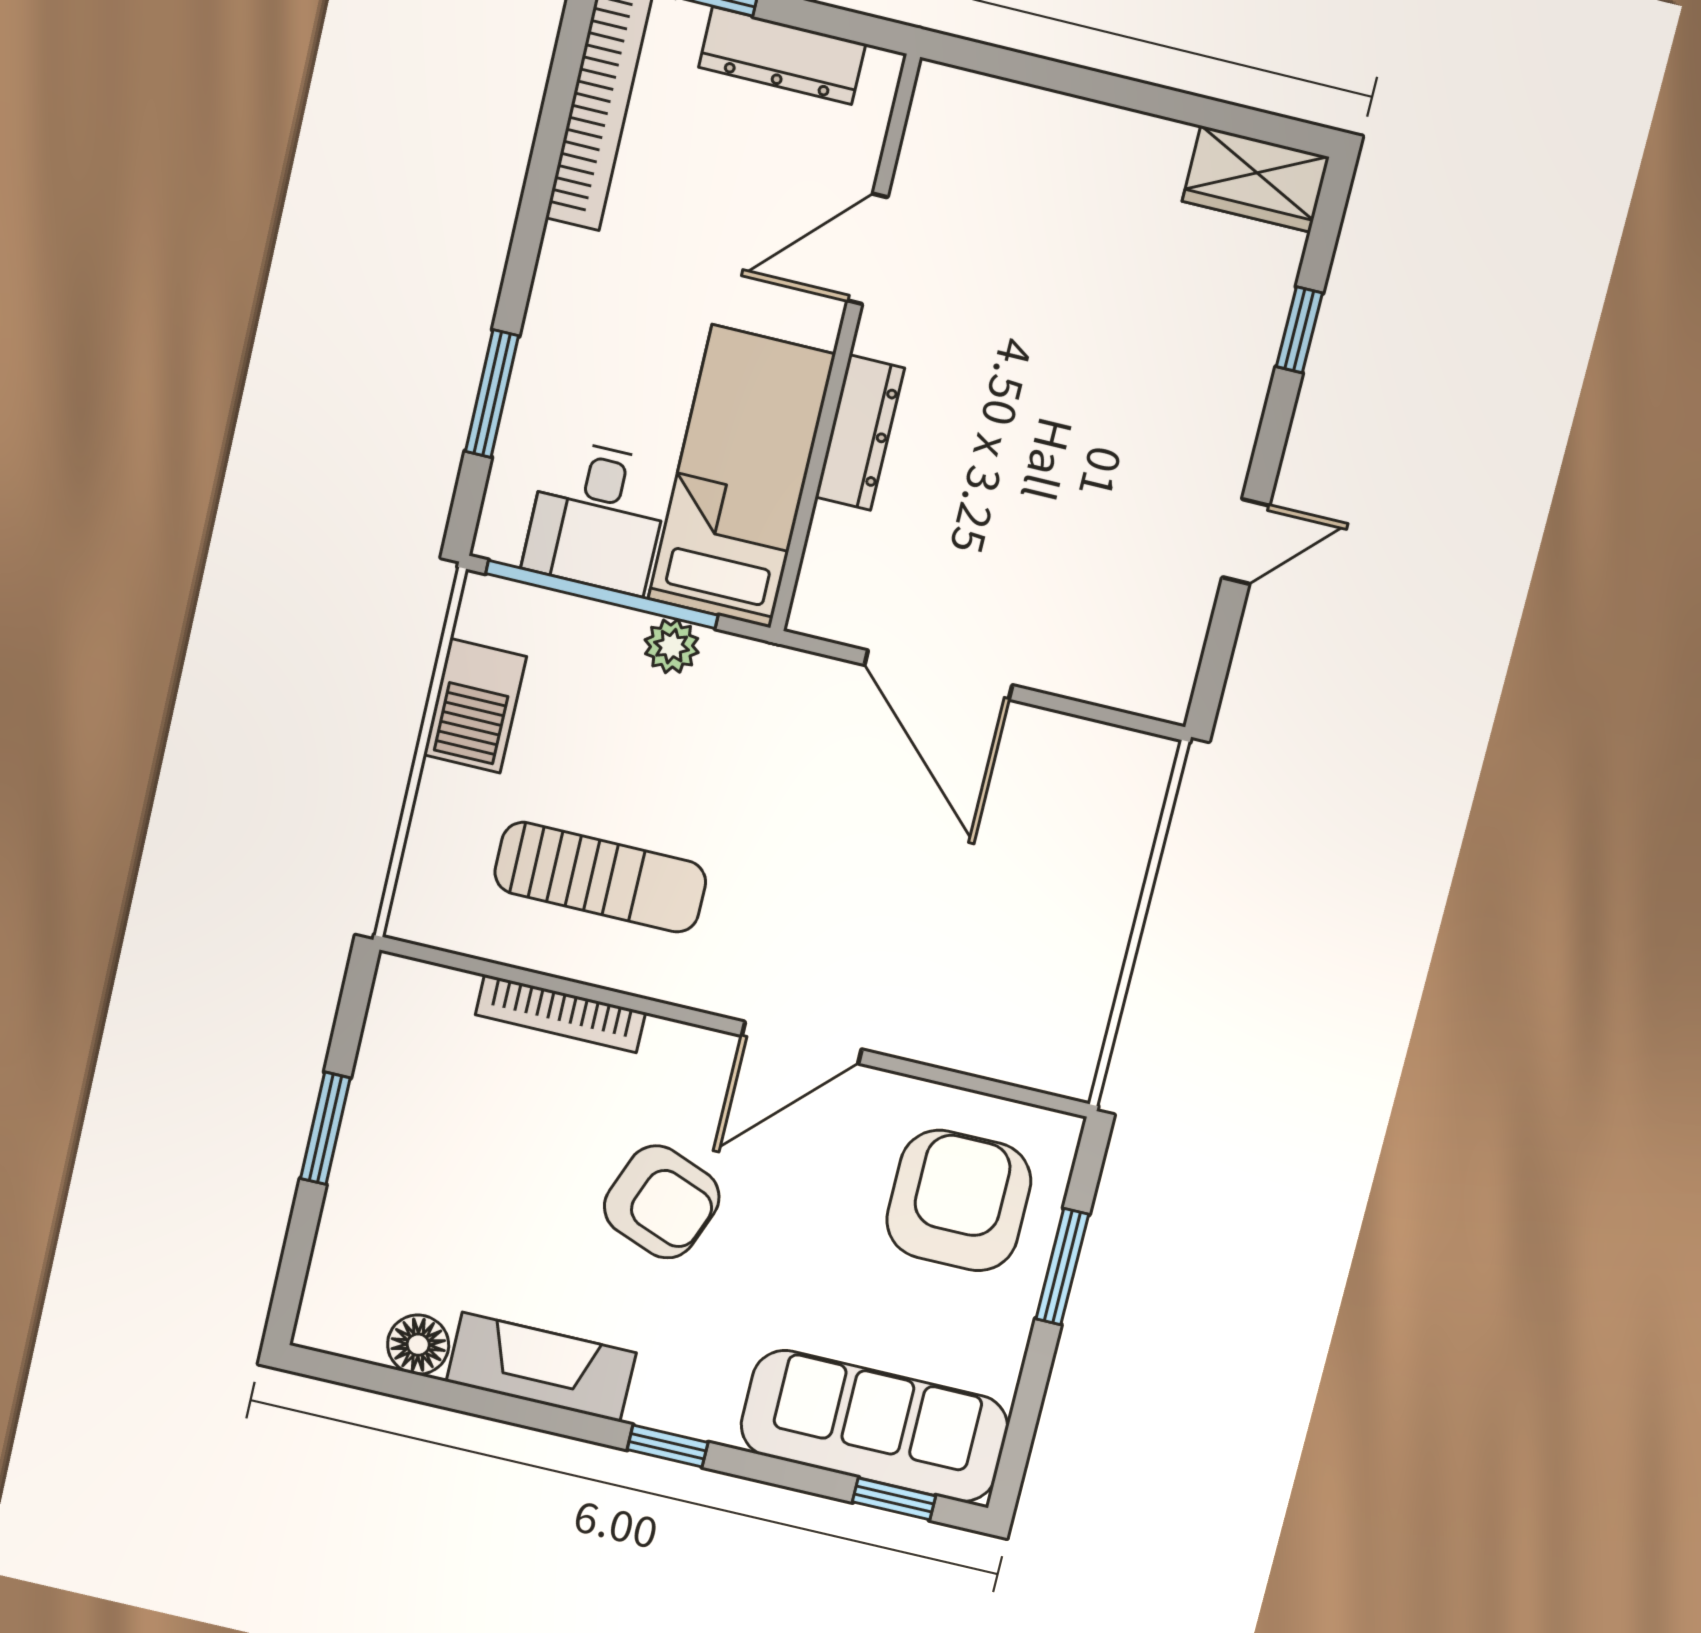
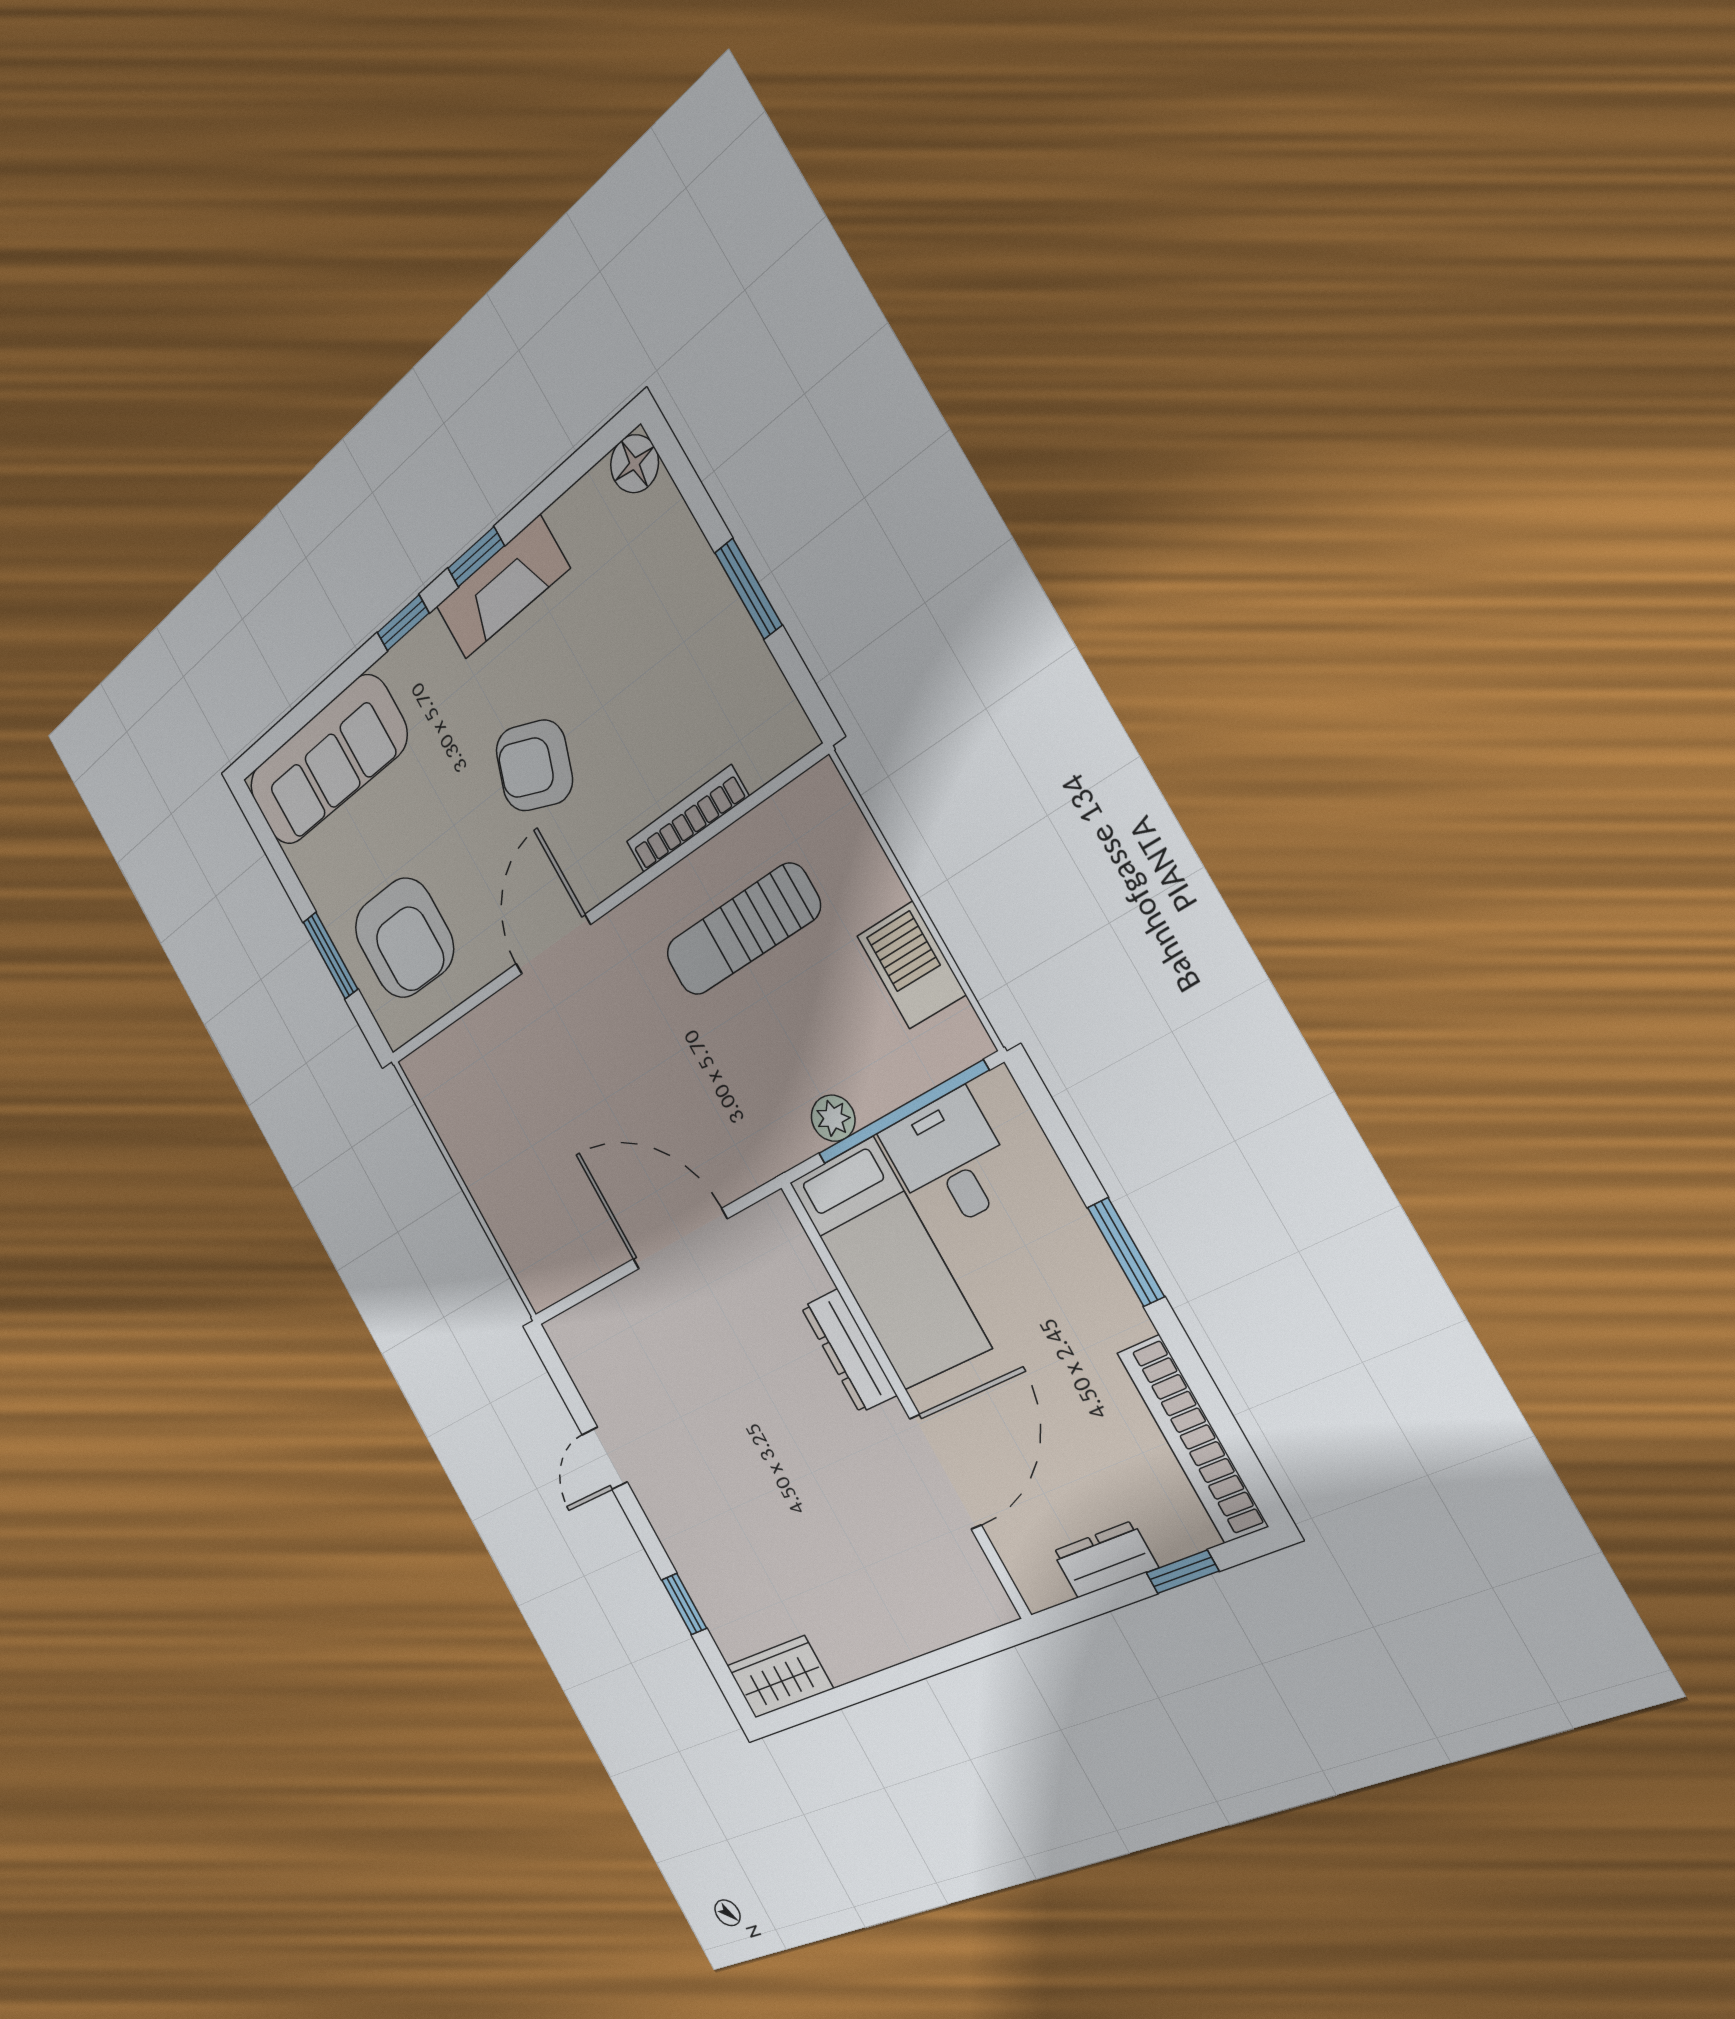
dresser: (782, 55) -> (1105, 1559), width x0.70
door: (867, 249) -> (945, 1472), width x1.36
window: (492, 394) -> (1126, 1252), moved
floor lamp: (418, 1345) -> (634, 464), moved
window: (894, 1499) -> (476, 557), moved

